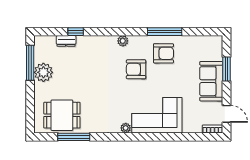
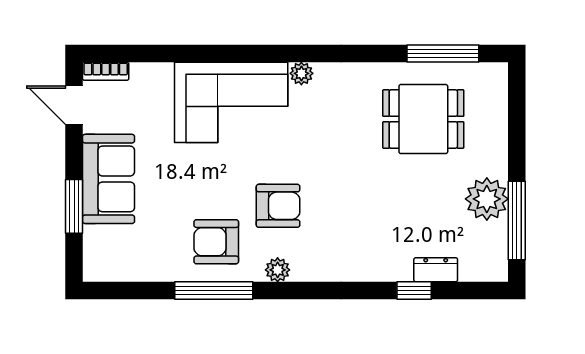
plant: (123, 41) -> (278, 270), moved
dining table: (62, 115) -> (423, 119), moved
window: (74, 137) -> (443, 53), moved

